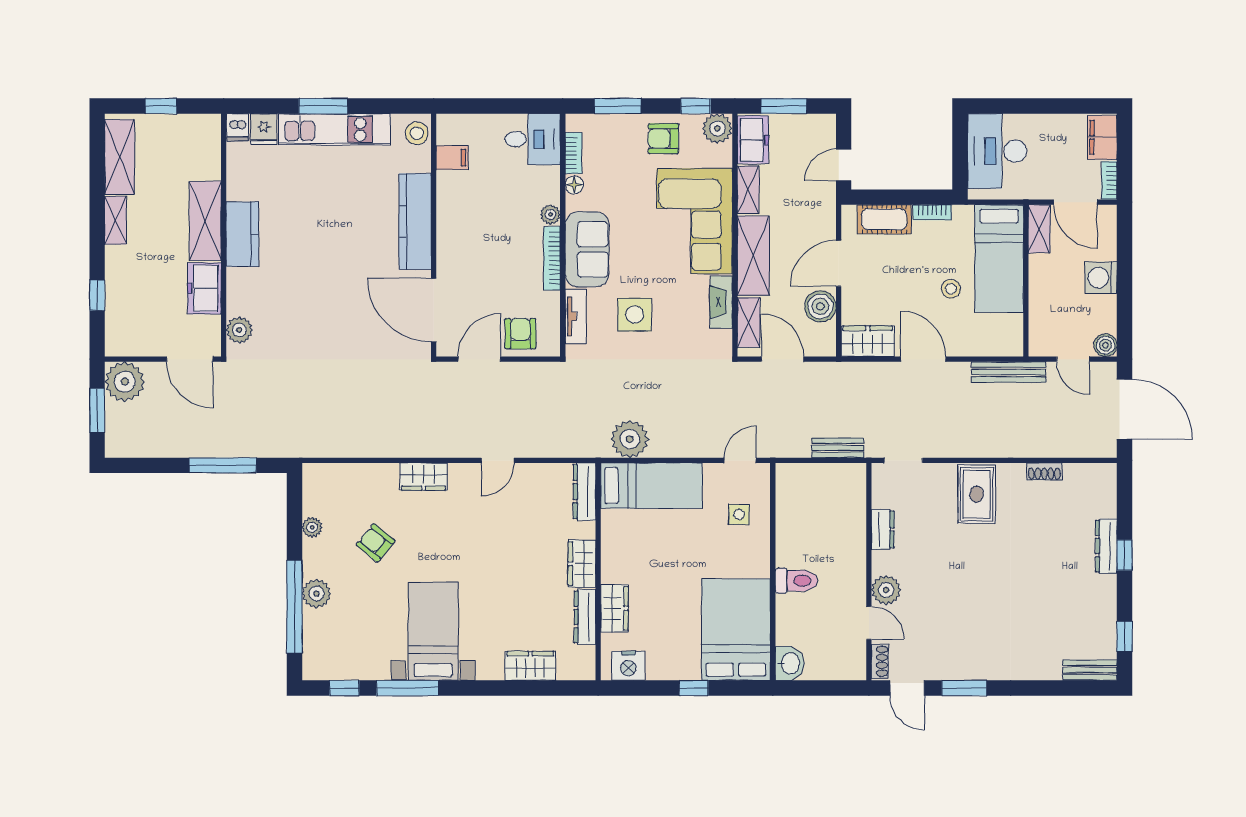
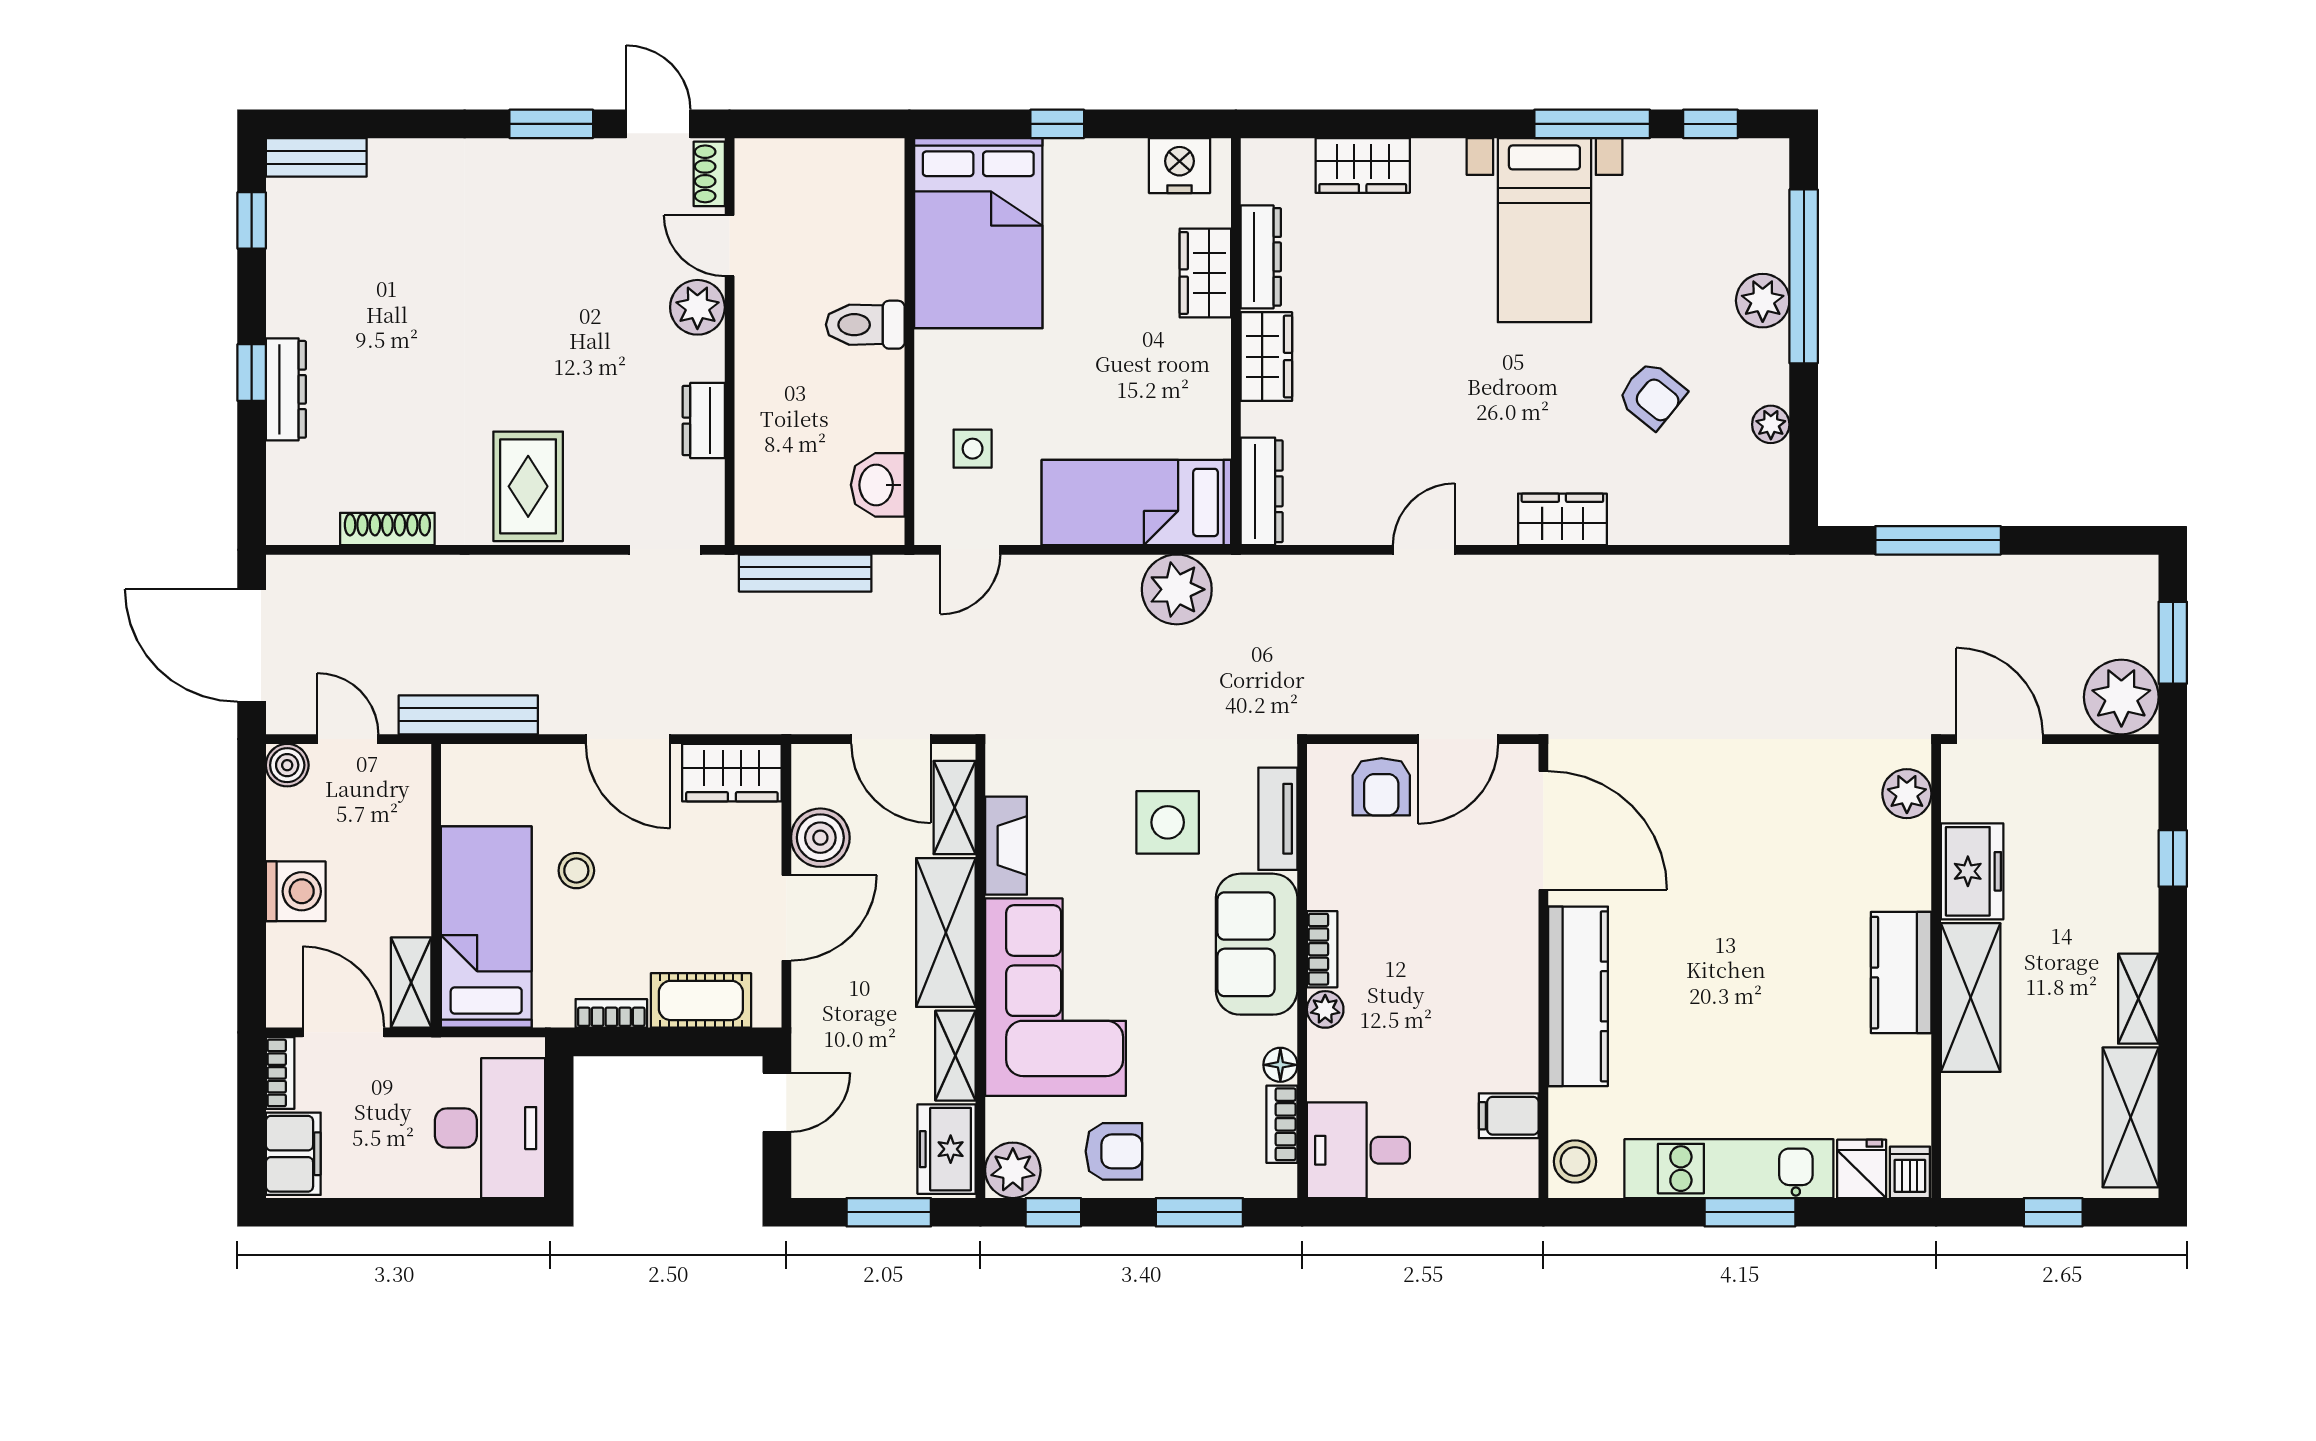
bookcase: (552, 258) -> (1322, 949), width x0.64
bench: (838, 448) -> (805, 573), width x1.36
shoe rack: (1044, 471) -> (387, 529), width x1.43
washbasin: (790, 663) -> (878, 485), moved

